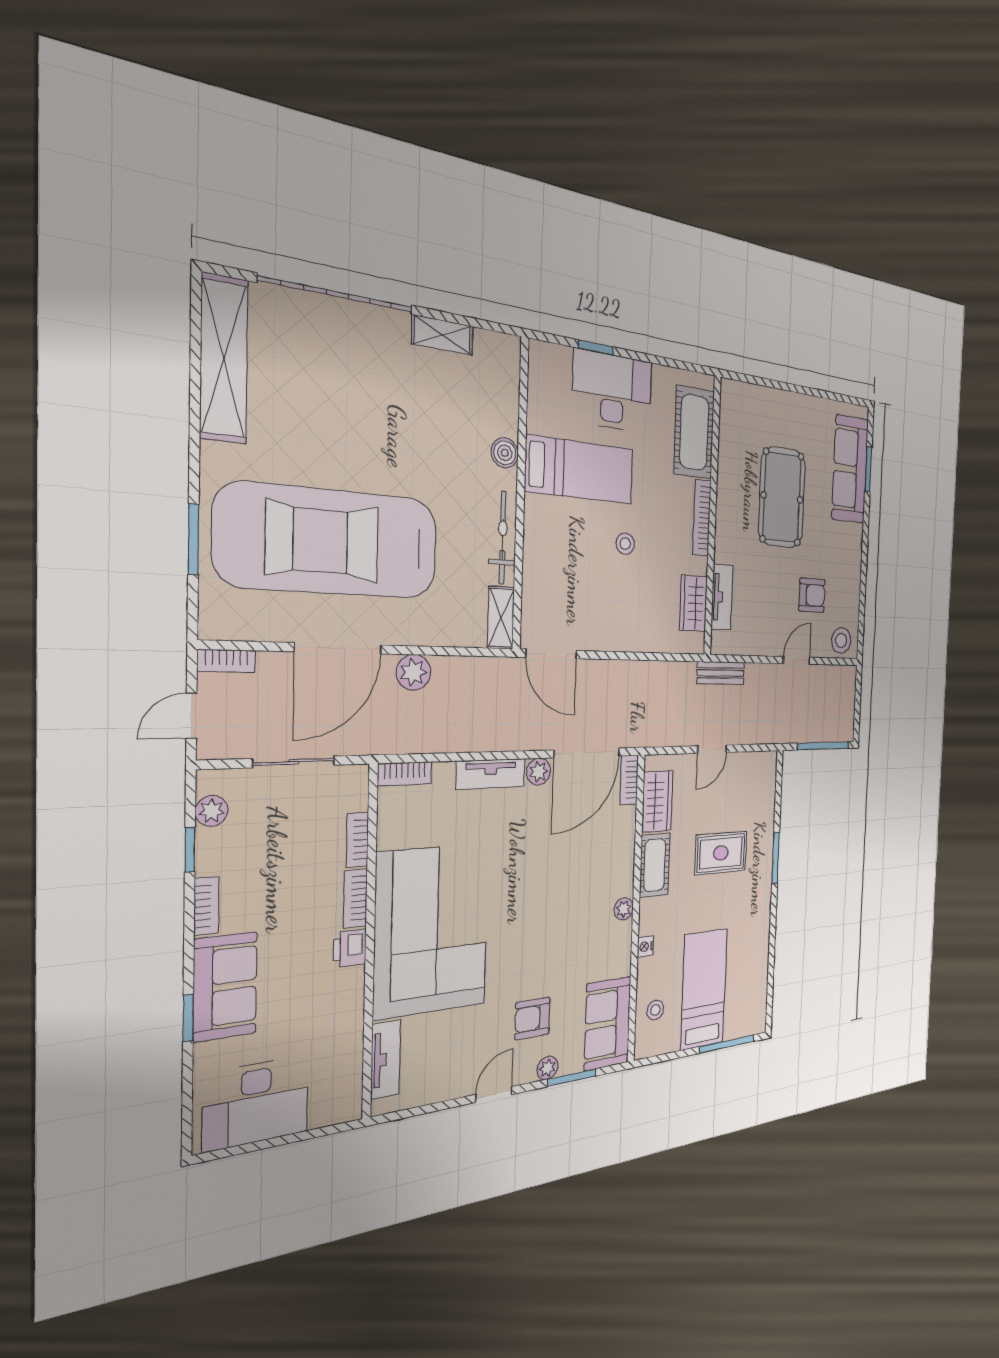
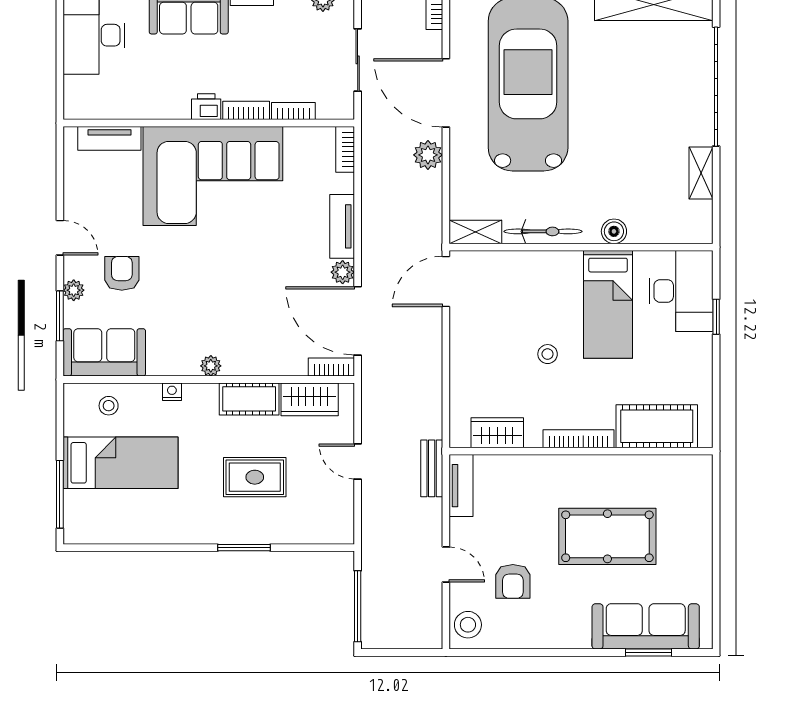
desk: (612, 391) -> (681, 291), moved
tv unit: (722, 597) -> (461, 486), moved, turned -90
rug: (721, 853) -> (255, 477), turned 90

